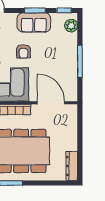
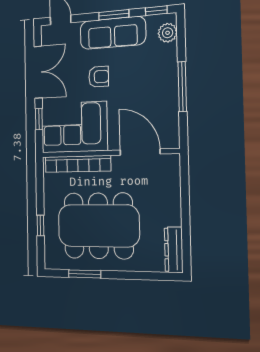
sofa: (34, 22) -> (113, 33), width x1.36
armchair: (23, 51) -> (99, 77), turned -90

